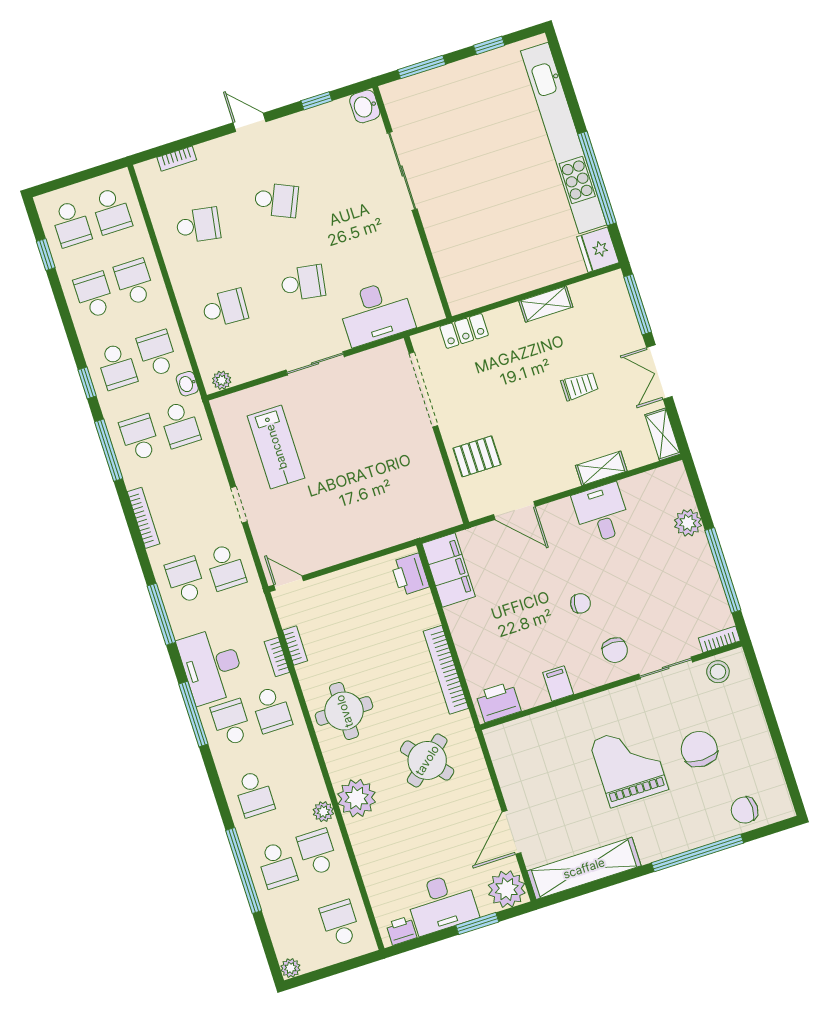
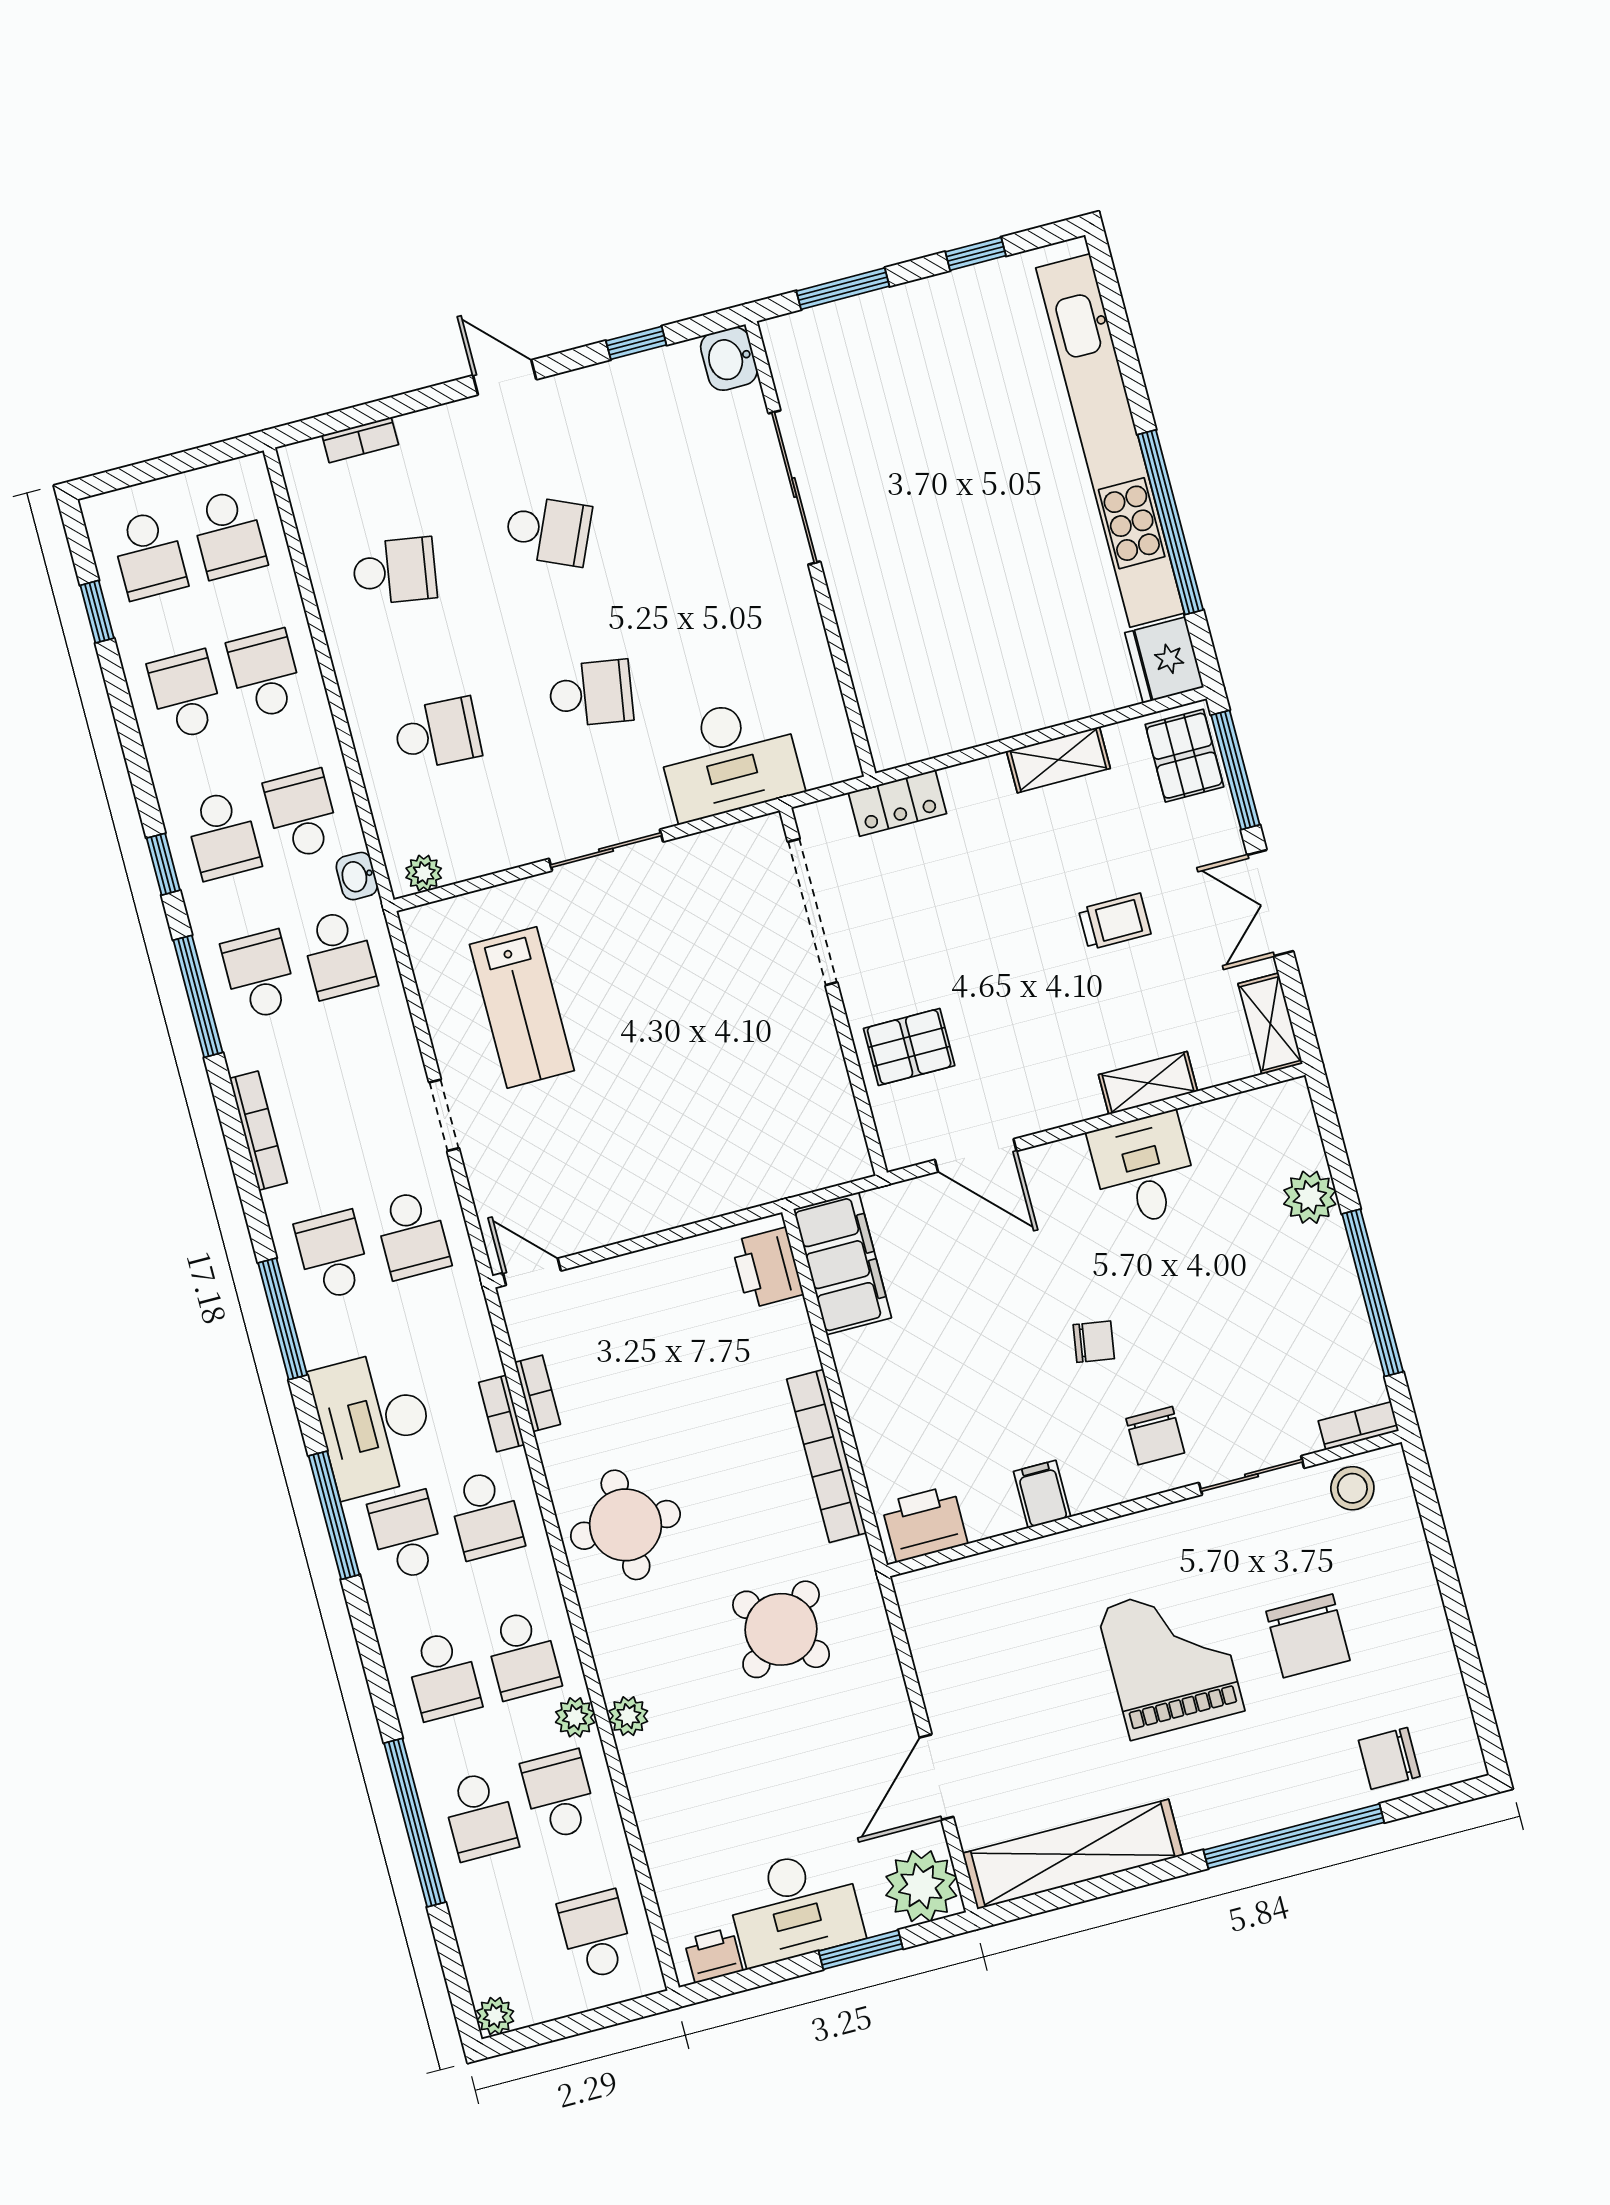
pallet: (611, 298) -> (1184, 756), added
chair: (699, 749) -> (1308, 1636), turned 180
school desk: (294, 781) -> (523, 1655), added
plant: (357, 798) -> (628, 1716), width x0.53, depth x0.53

